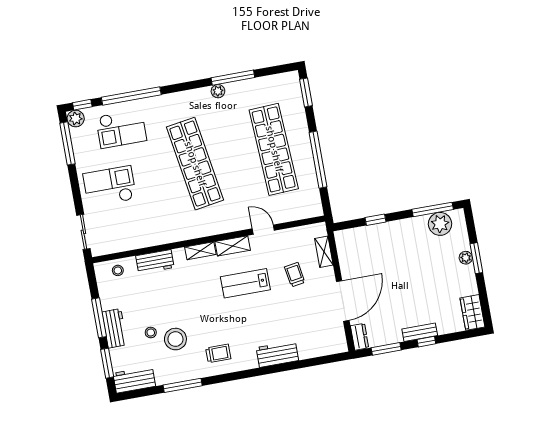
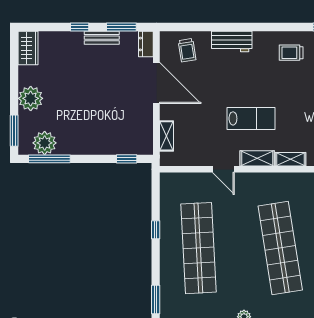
window: (318, 160) -> (156, 230), width x0.32
window: (376, 220) -> (127, 159), moved
plant: (466, 258) -> (31, 98), width x1.87, depth x1.87
window: (476, 258) -> (14, 131), moved
trolley: (295, 275) -> (187, 50), moved
door: (343, 301) -> (156, 83), swing flipped
bench: (420, 332) -> (102, 38), moved

